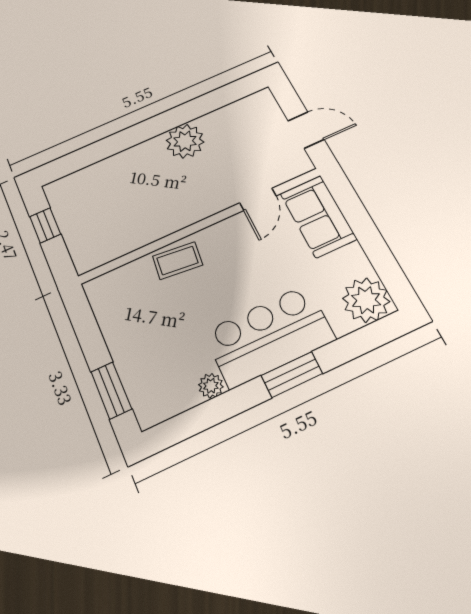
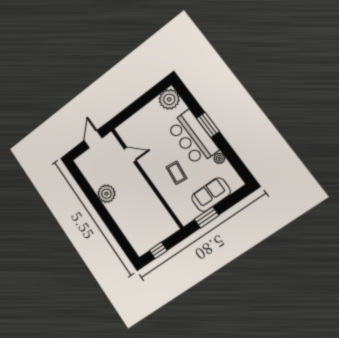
sofa: (318, 216) -> (211, 195), moved, turned 180
coffee table: (178, 261) -> (176, 173), moved
window: (111, 390) -> (207, 217), moved

